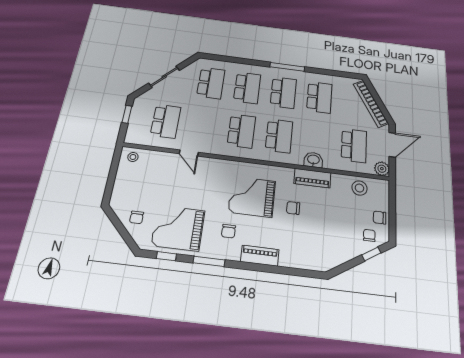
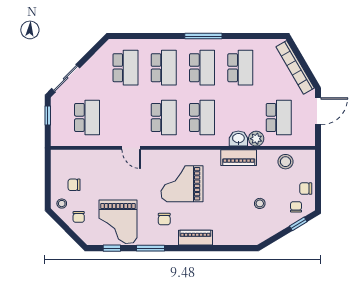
sliding door: (164, 77) -> (66, 78), moved
door: (189, 153) -> (131, 148), moved
stool: (133, 157) -> (62, 204), moved
plant: (382, 169) -> (256, 139), moved
chair: (293, 208) -> (74, 185), moved
stool: (331, 227) -> (260, 203), added
grand piano: (178, 228) -> (118, 222), turned -90

